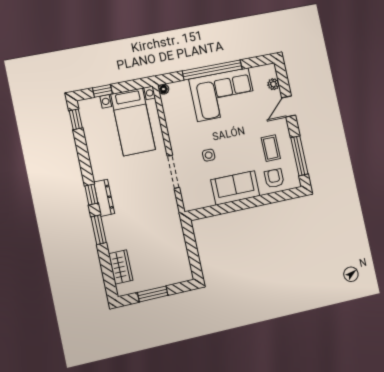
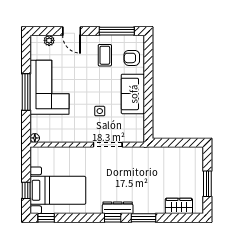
window: (212, 70) -> (26, 92), width x0.68
bed with nightstands: (133, 122) -> (58, 190), moved
coffee table: (271, 148) -> (105, 55), turned 90

